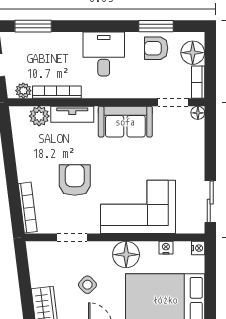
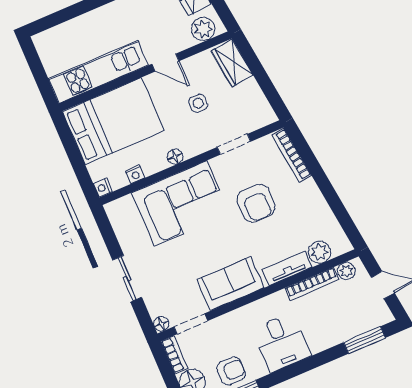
sliding door: (210, 202) -> (127, 279), moved
floor lamp: (126, 255) -> (175, 157), width x0.53, depth x0.53
side table: (87, 285) -> (198, 103), turned 45

